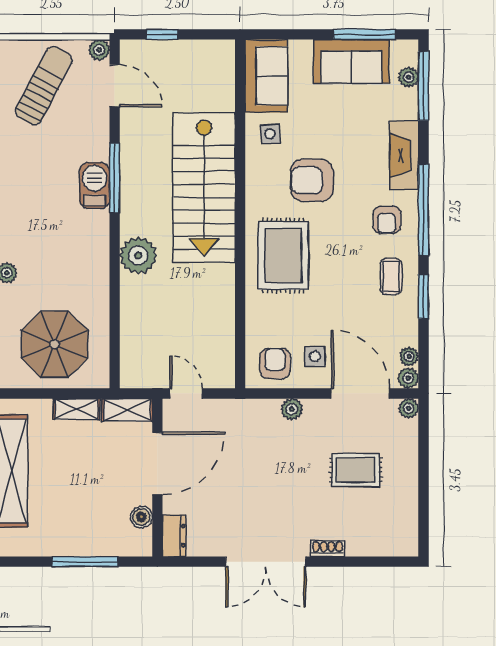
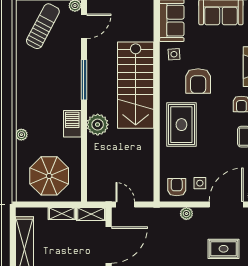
door: (115, 86) -> (84, 26), hinge flipped
armchair: (312, 180) -> (198, 81), turned -90
barbecue: (95, 186) -> (72, 124), moved
door: (360, 393) -> (226, 204), hinge flipped

